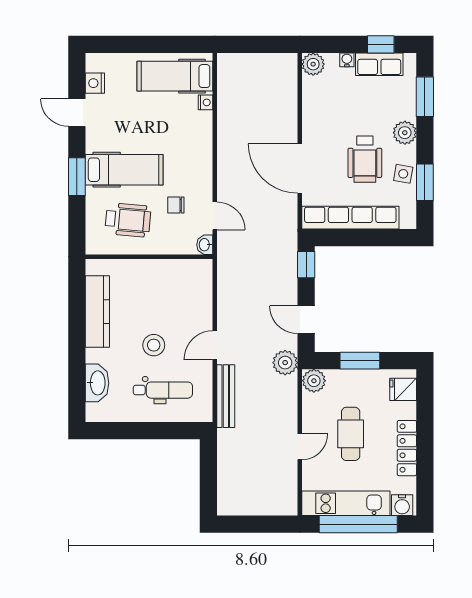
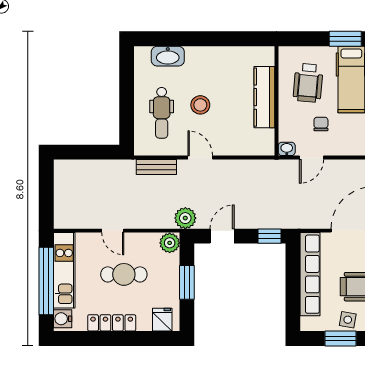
kitchen counter: (97, 312) -> (264, 97), moved, turned 90
bench: (226, 396) -> (156, 167), width x0.73

